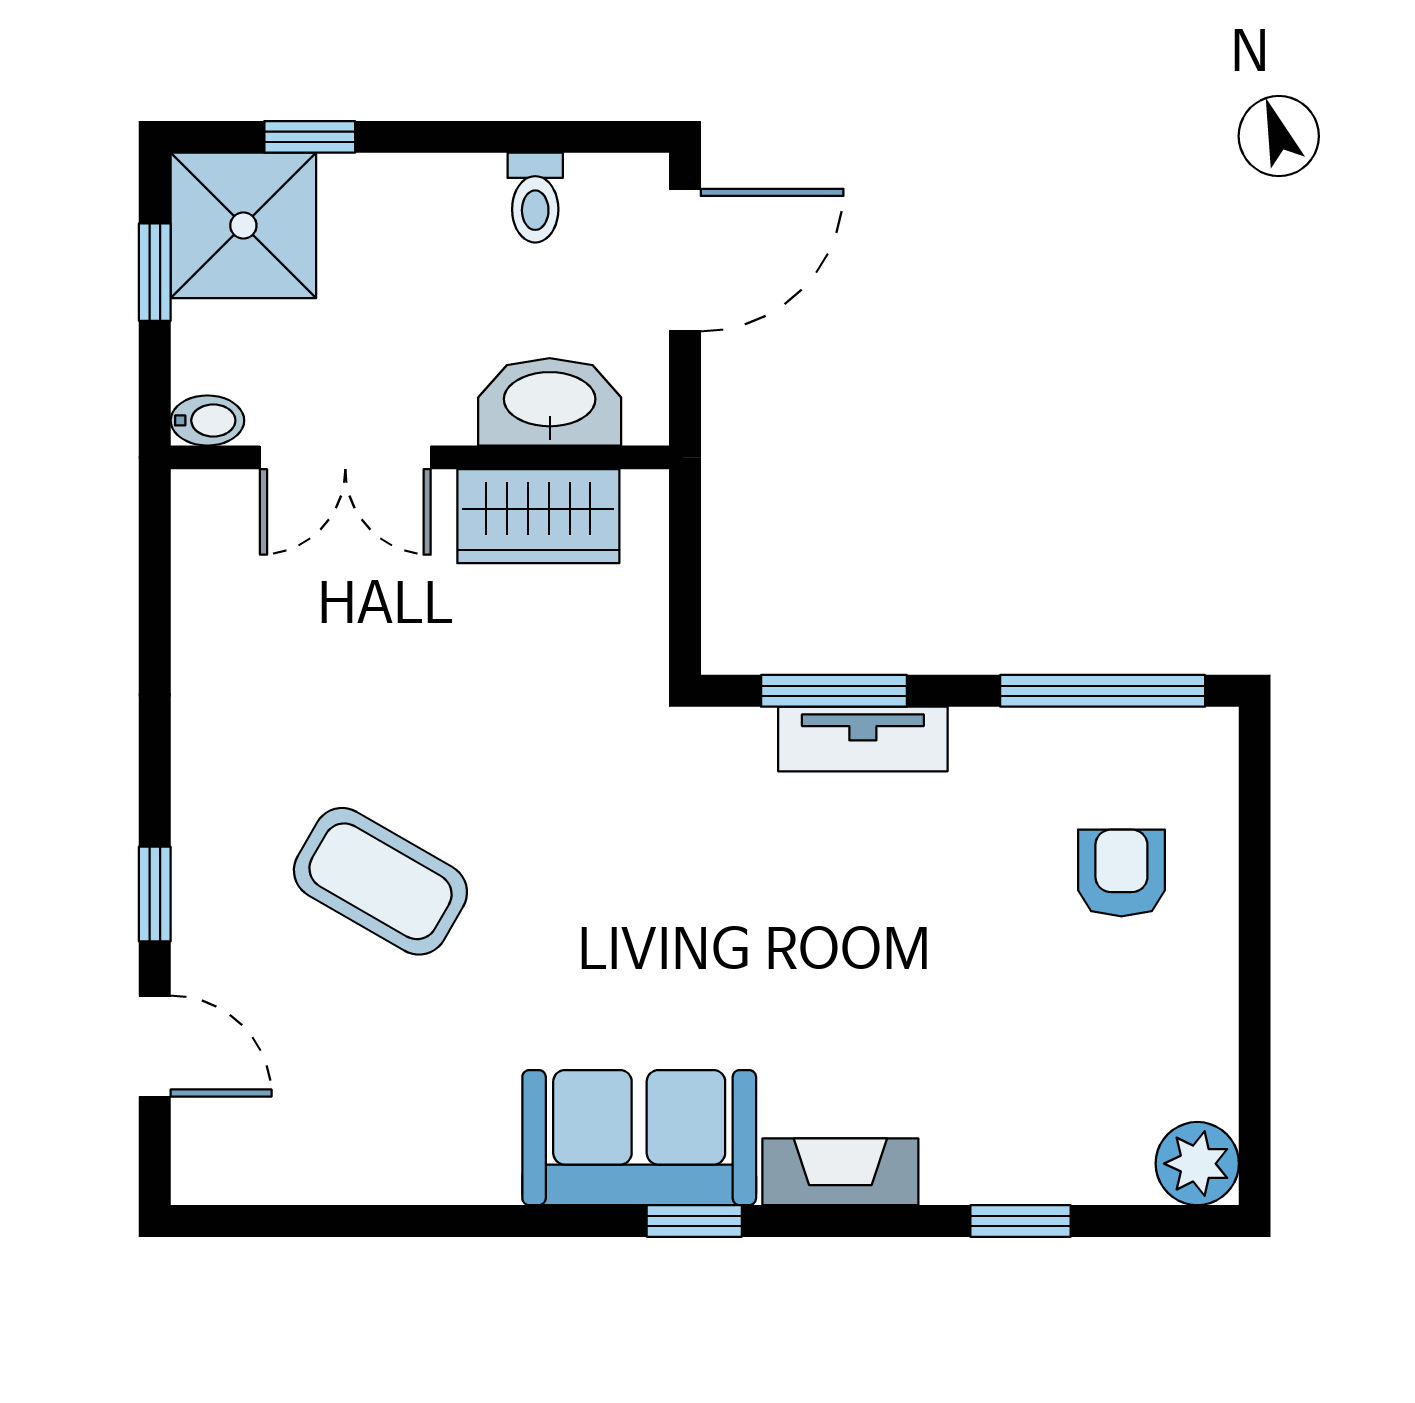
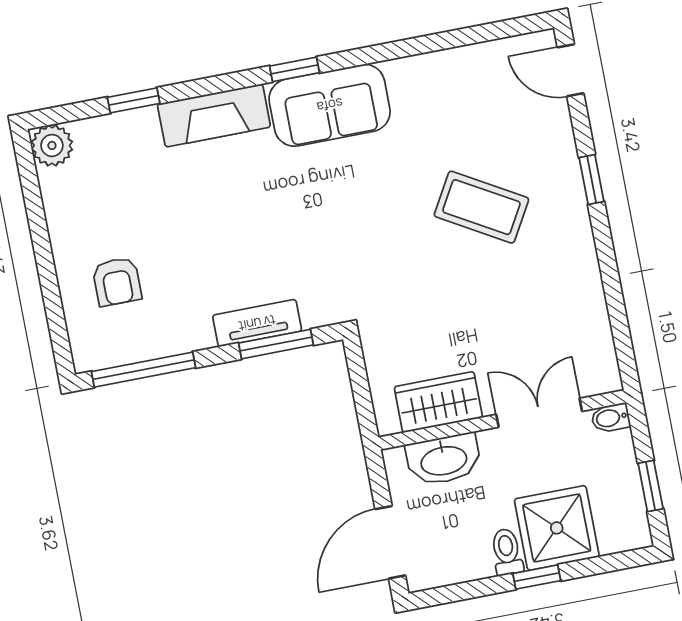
window: (310, 137) -> (537, 577), moved
toilet: (535, 198) -> (507, 552), moved
shower: (243, 225) -> (557, 528), moved
door: (155, 1046) -> (571, 70), moved
fireplace: (840, 1172) -> (214, 115), width x1.37, depth x1.32

